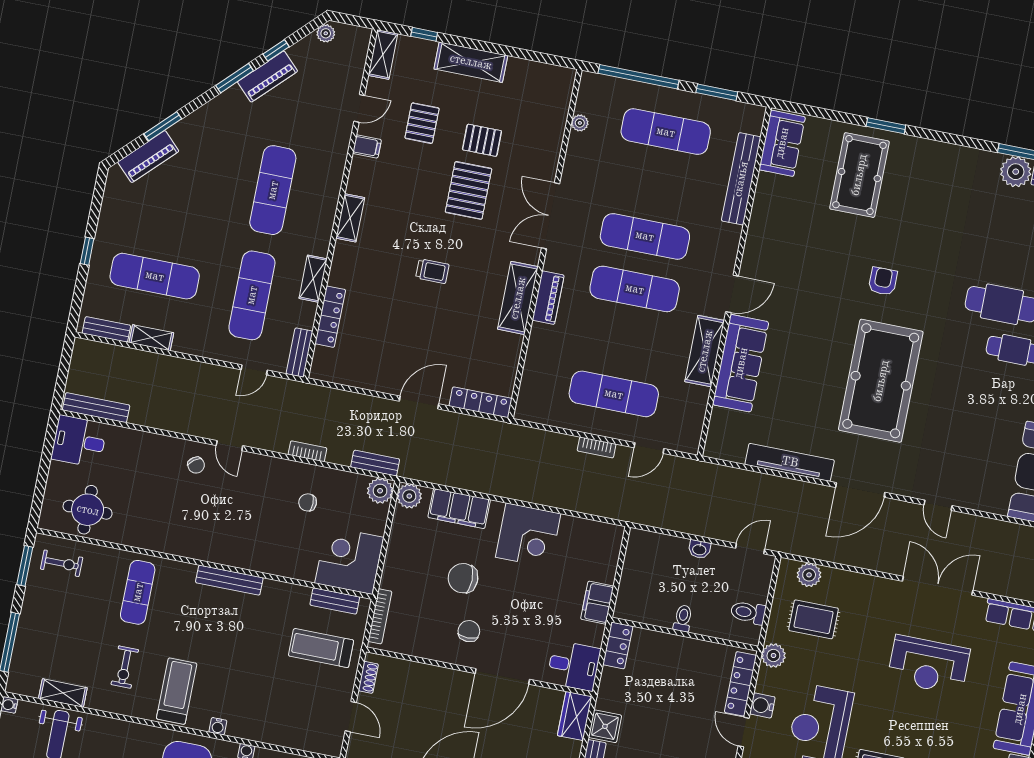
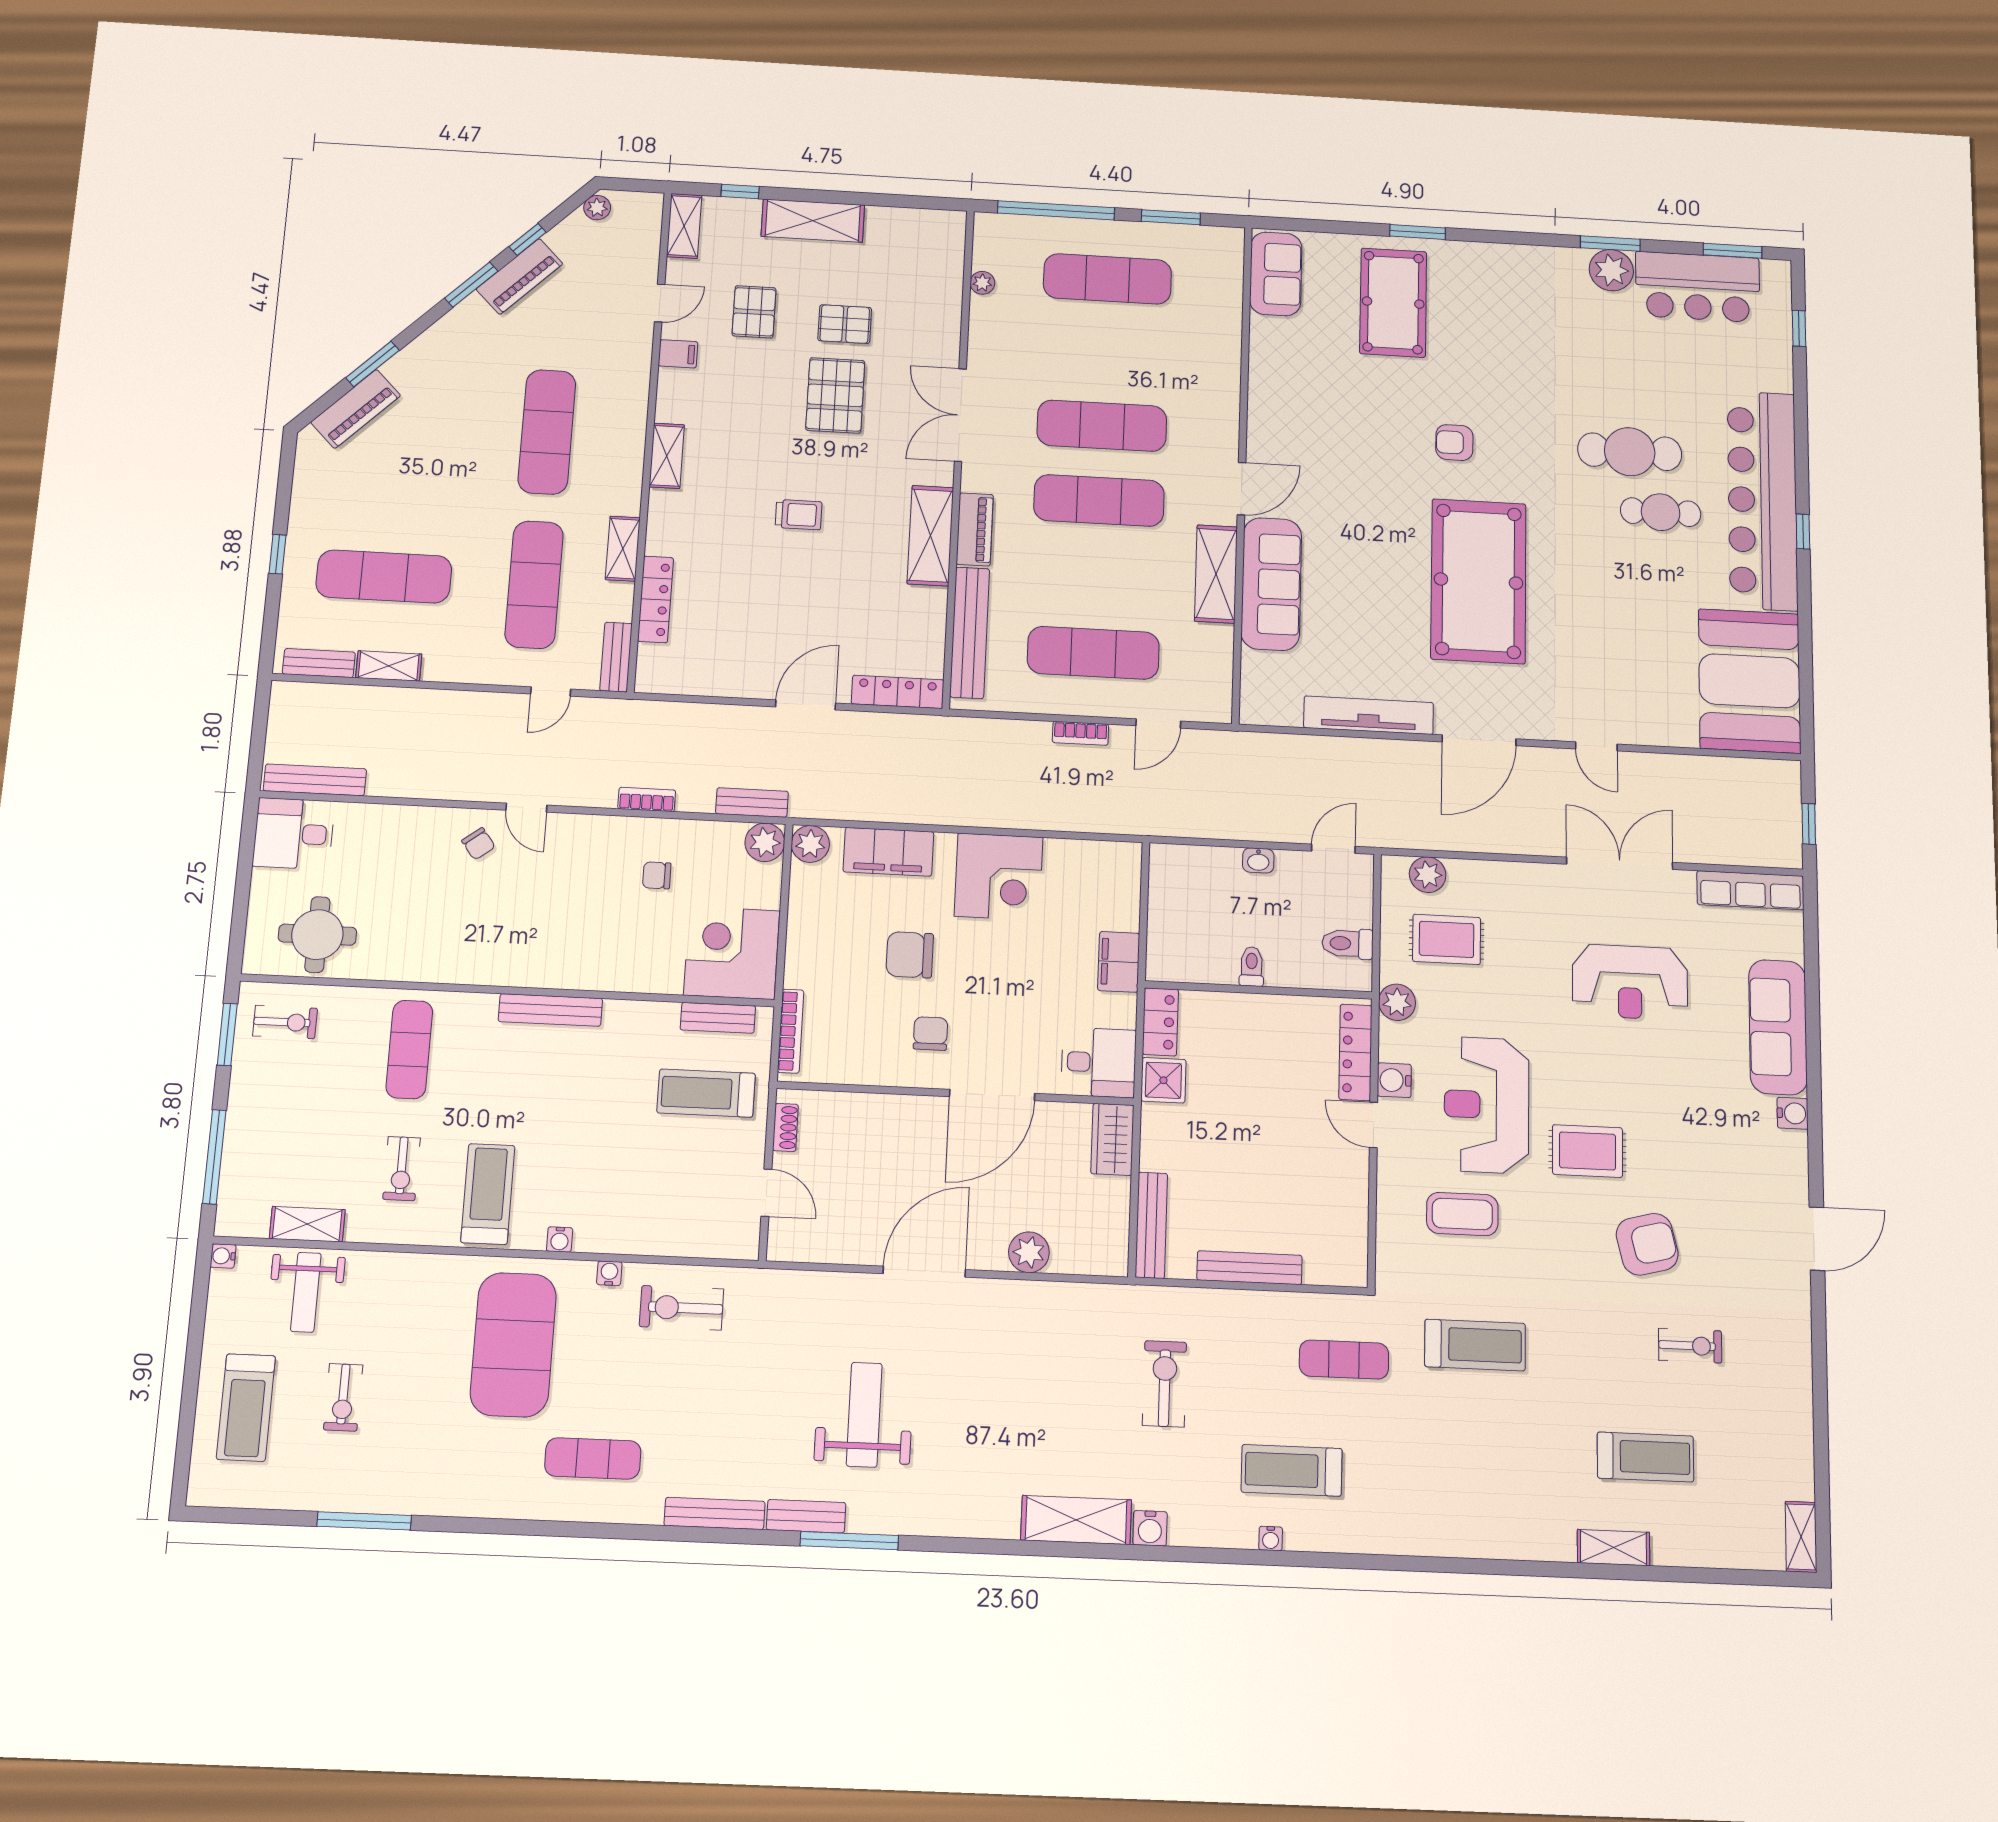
bench: (741, 179) -> (970, 633), moved
armchair: (883, 281) -> (1454, 443), turned -90
shower: (605, 726) -> (1163, 1080), moved

